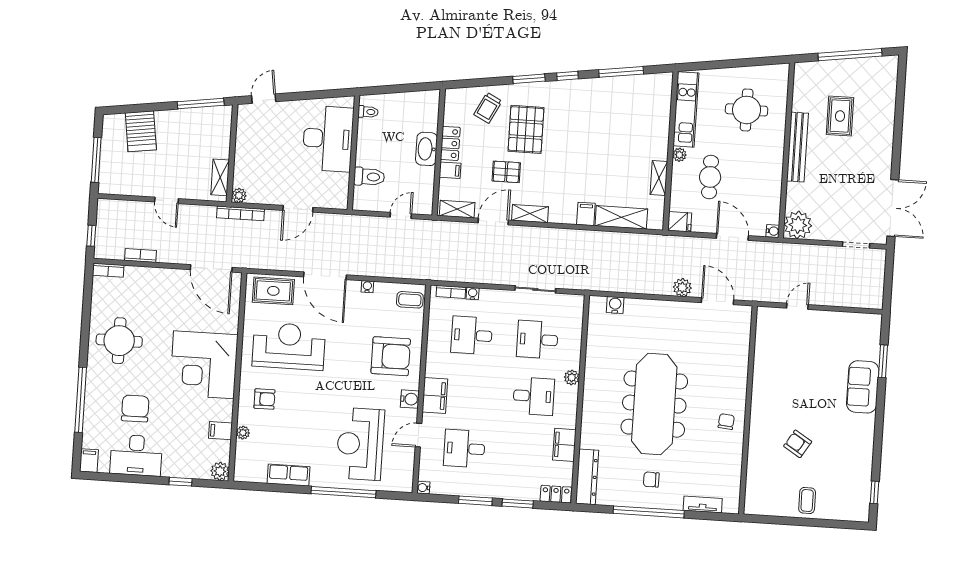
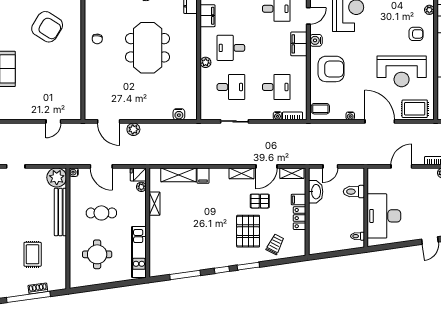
shoe rack: (836, 66) -> (38, 289), added
bench: (797, 147) -> (60, 212), moved
washbasin: (426, 149) -> (316, 192), moved
plant: (679, 155) -> (141, 187), moved
cafe table: (710, 177) -> (101, 213), moved, turned 90
armchair: (391, 356) -> (331, 69), turned 180
armchair: (264, 399) -> (416, 34), turned 180
meeting table: (654, 404) -> (148, 48), width x0.73
armchair: (798, 444) -> (47, 27), width x1.88, depth x1.88

